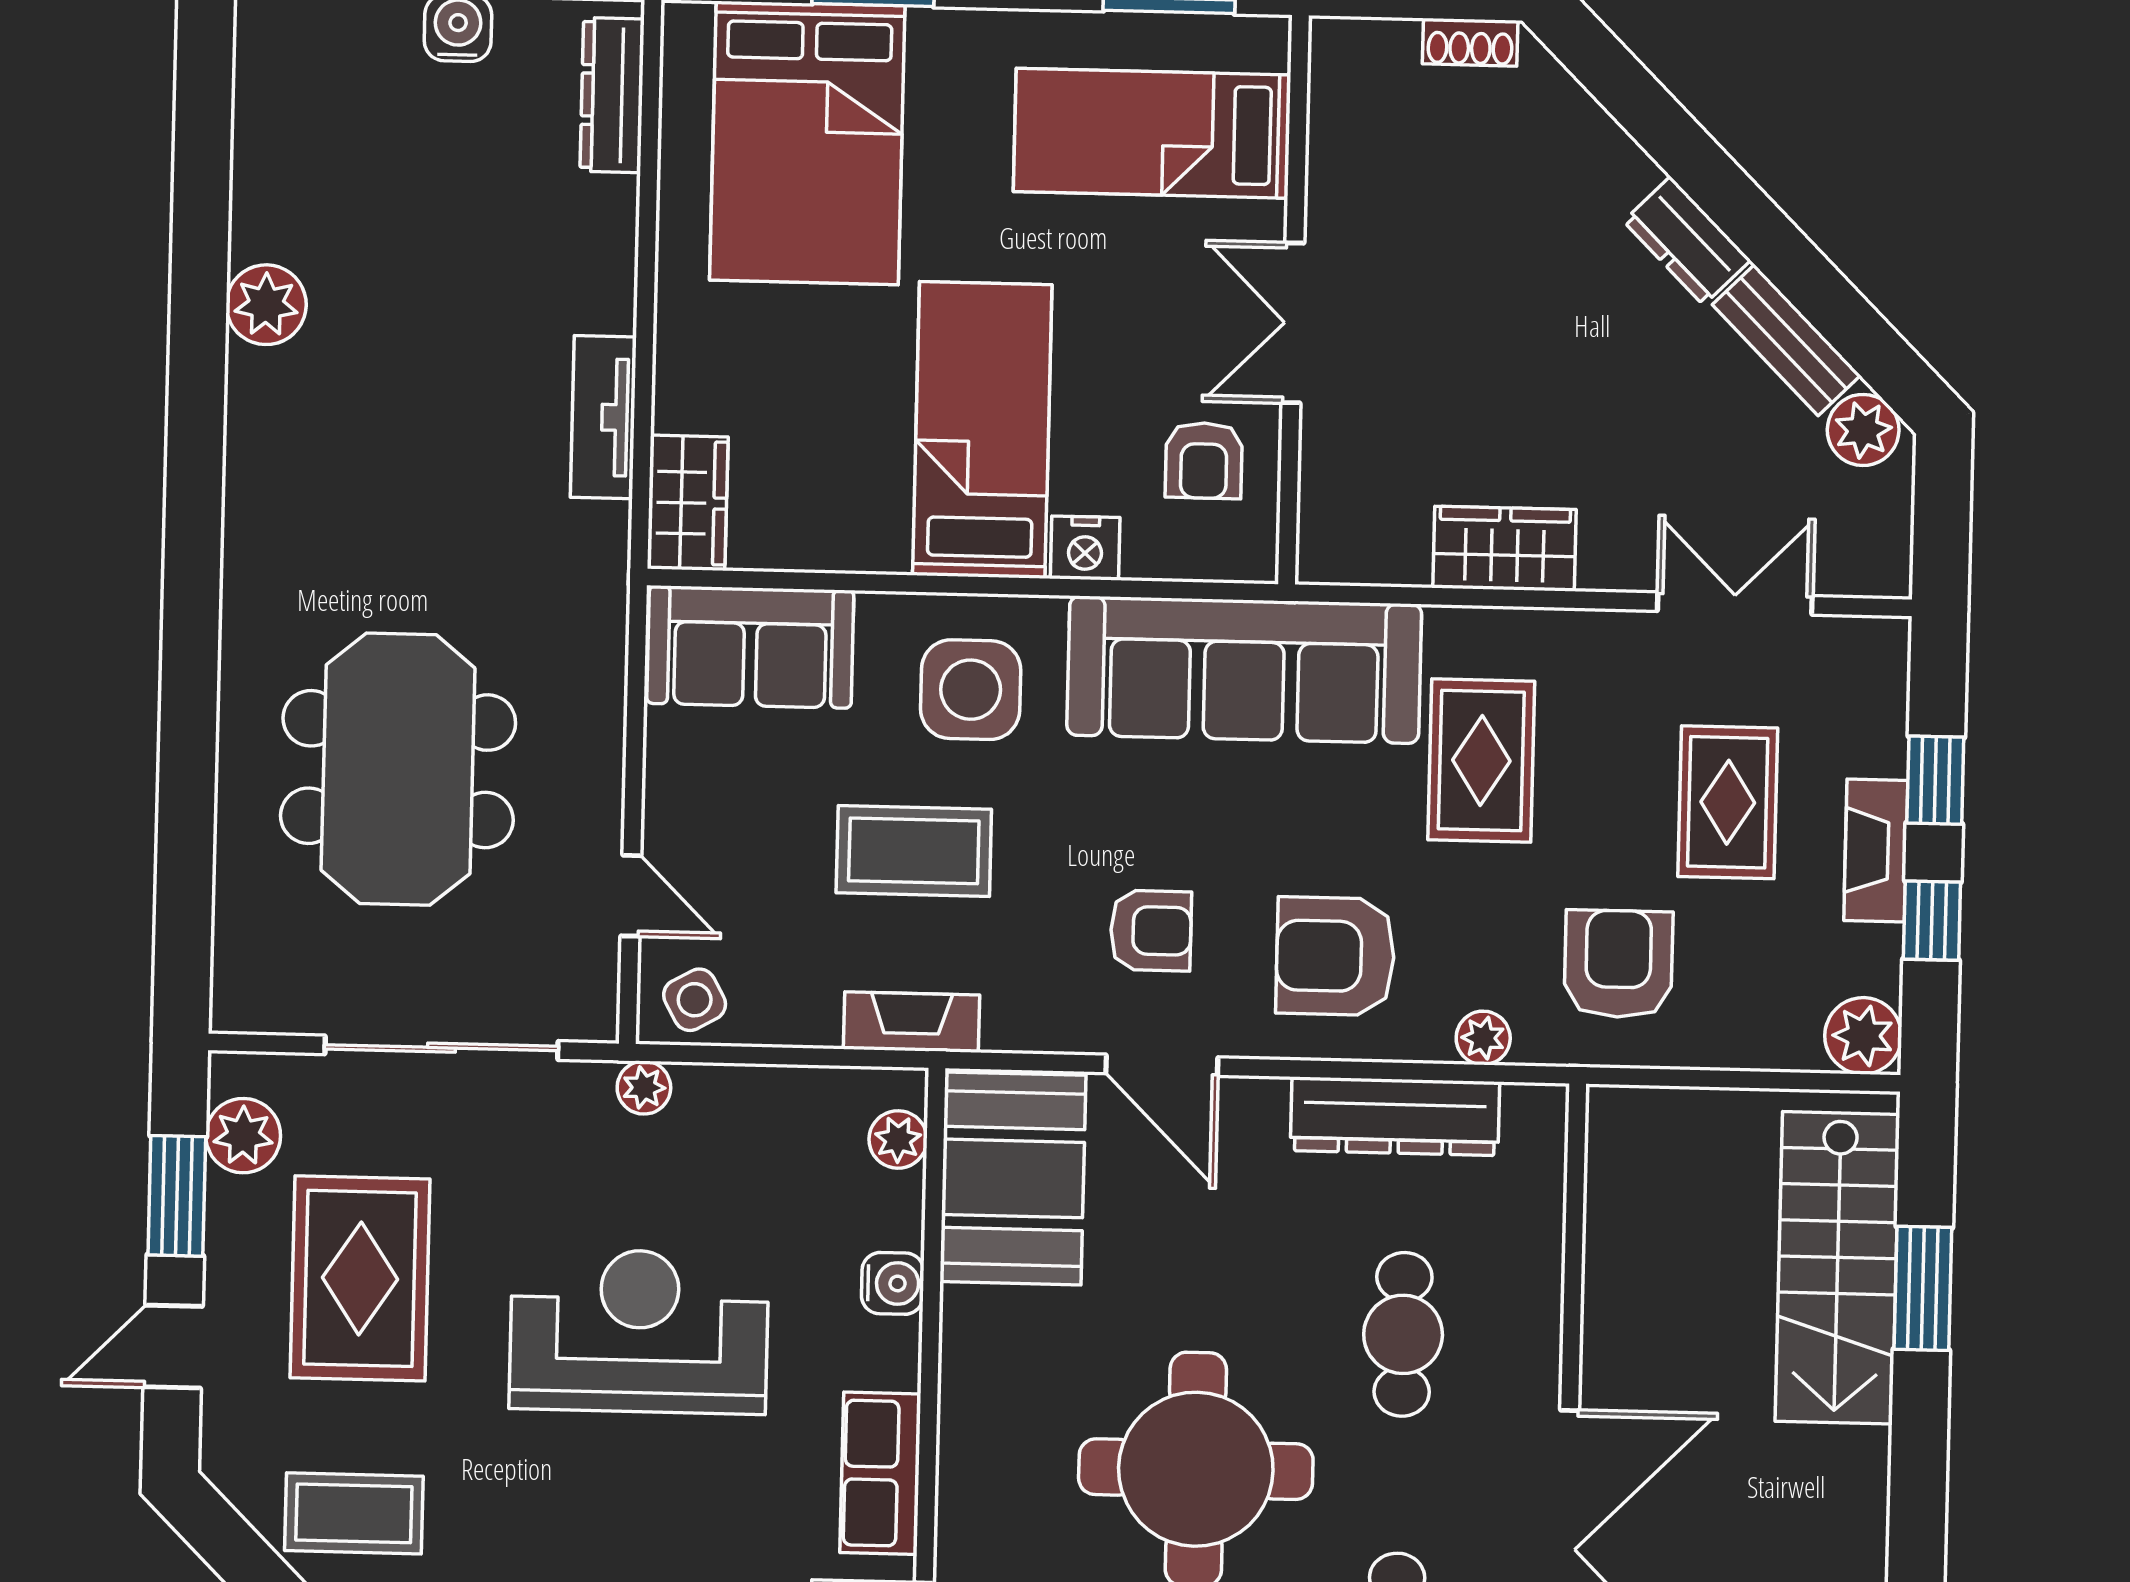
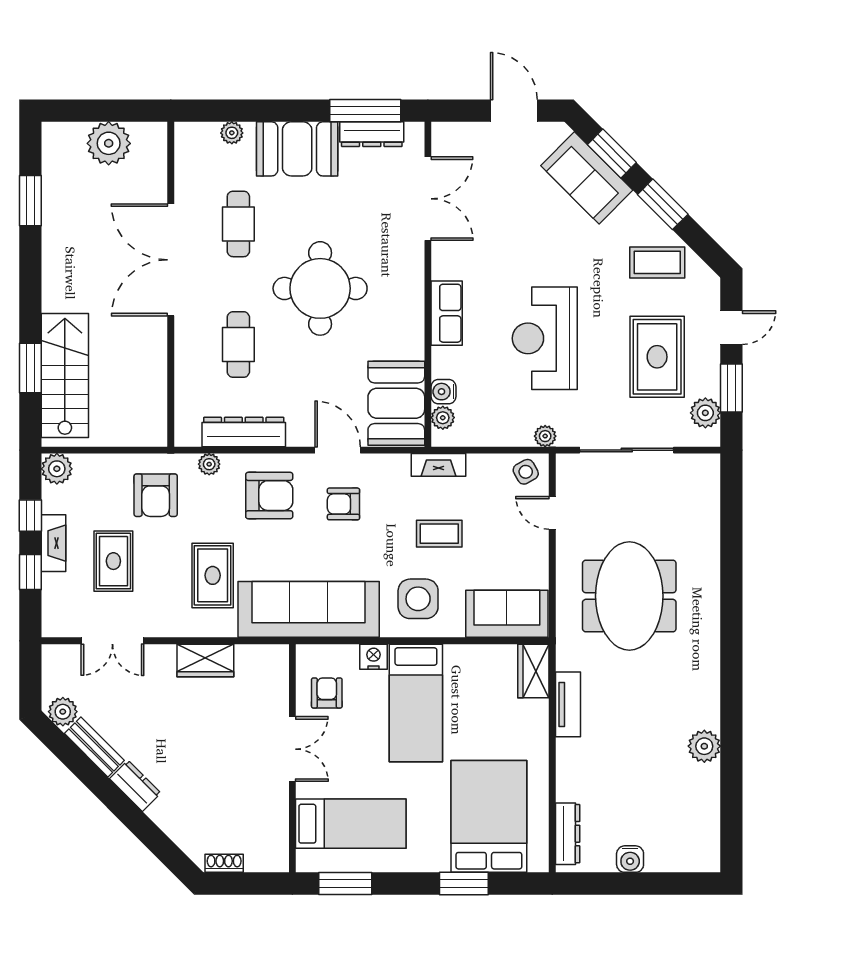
meeting table: (398, 769) -> (629, 596), moved
coffee table: (914, 851) -> (439, 534), width x0.73, depth x0.77
water cooler: (893, 1283) -> (444, 392), moved
reception desk: (639, 1331) -> (545, 338), turned 90
row of seats: (880, 1473) -> (447, 313), moved

